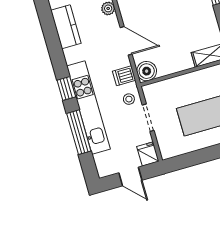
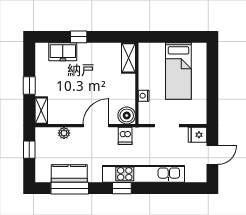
nightstand: (173, 83) -> (144, 96), added
stool: (129, 99) -> (146, 137), removed
window: (79, 132) -> (70, 188), moved

